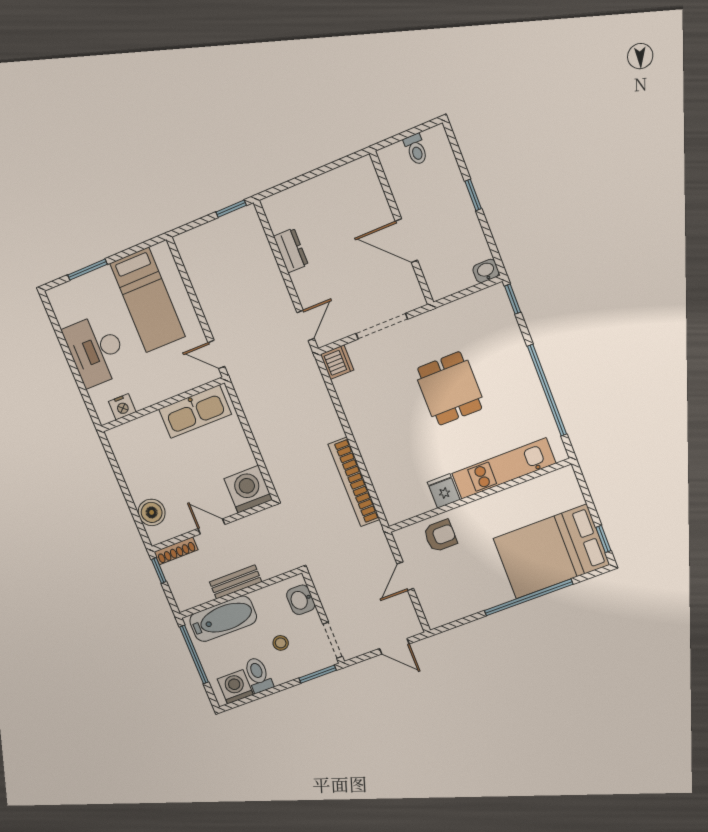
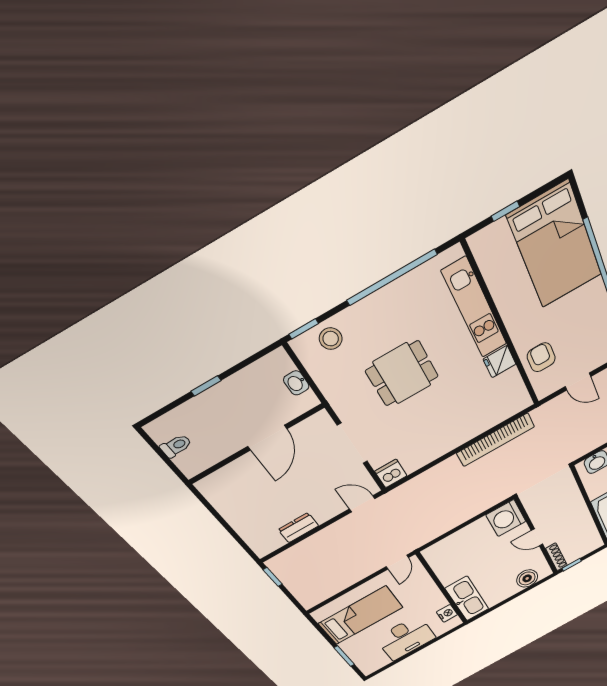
washbasin: (486, 271) -> (296, 383), moved
stool: (499, 323) -> (331, 339), added
kitchen sink: (195, 412) -> (467, 599), moved
door: (211, 526) -> (537, 537), hinge flipped
window: (603, 539) -> (505, 211), moved
bench: (236, 582) -> (581, 512), removed

